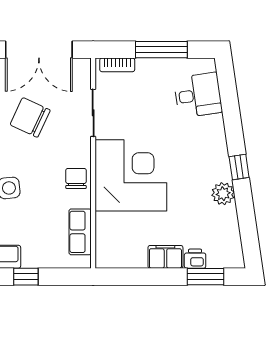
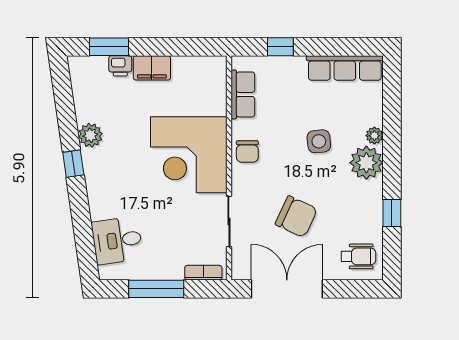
window: (26, 277) -> (280, 47), moved

